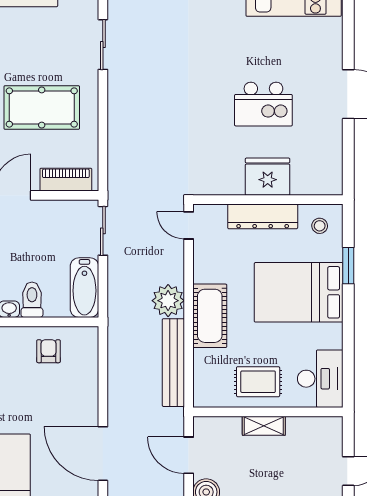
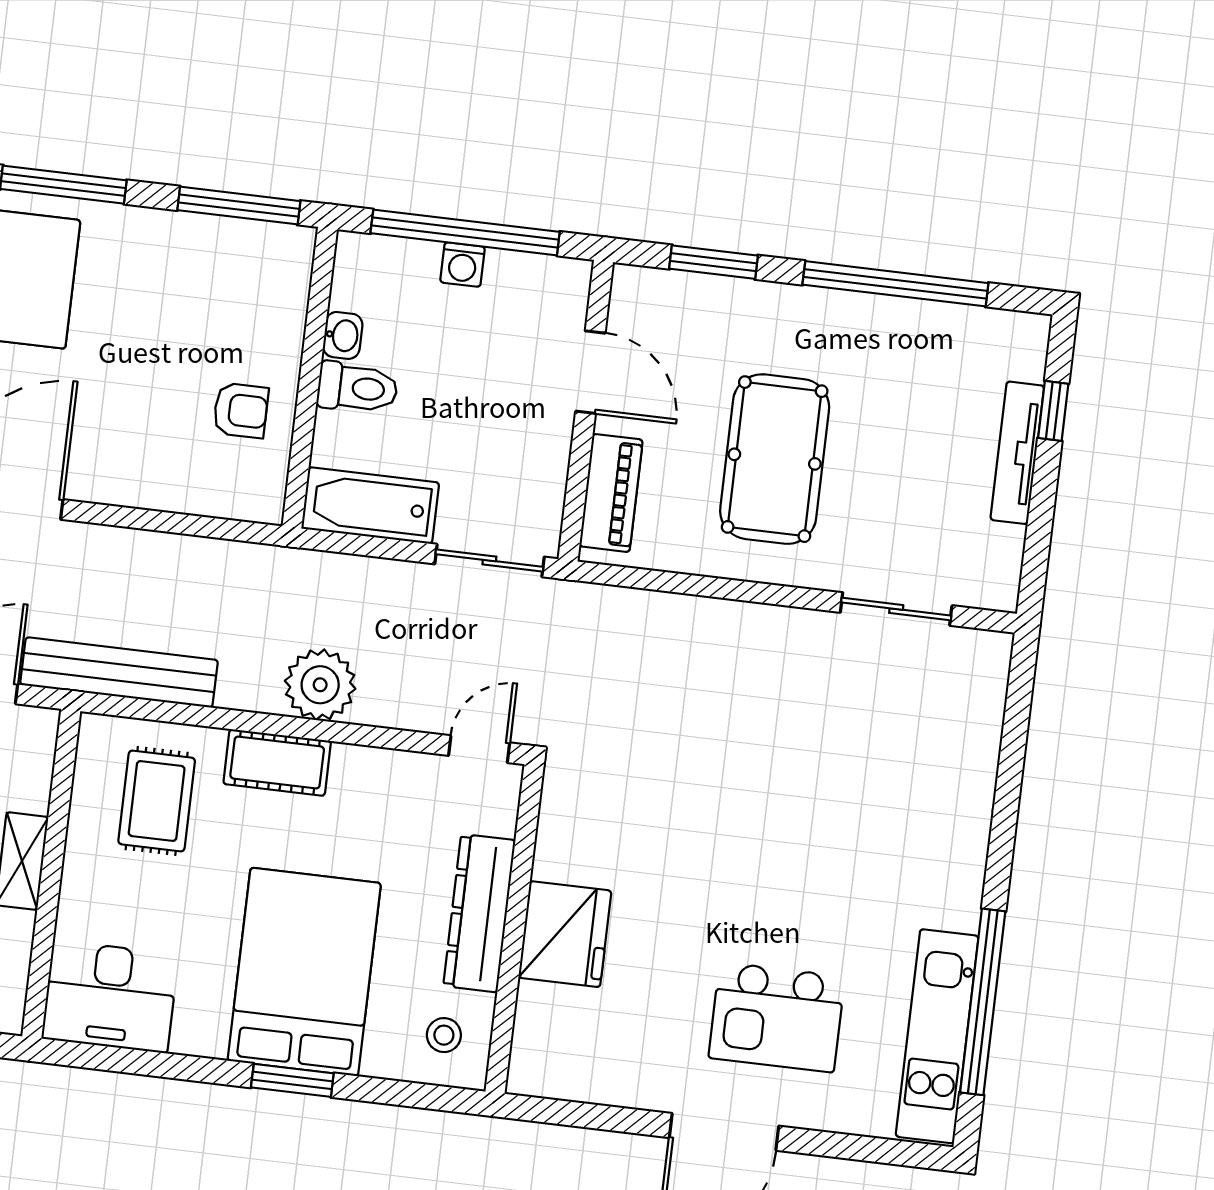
kitchen island: (263, 104) -> (777, 1017), moved, turned -90
window: (348, 266) -> (292, 1080), moved
cot: (210, 316) -> (277, 762), width x0.73, depth x0.75
bench: (173, 363) -> (119, 672), moved
rug: (258, 382) -> (157, 801), moved

